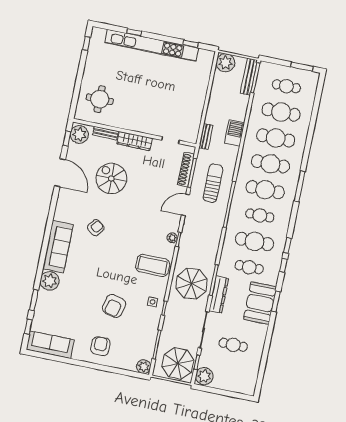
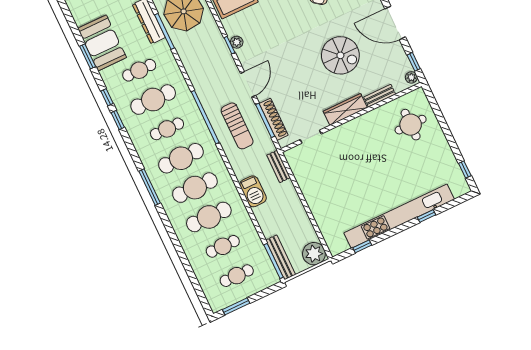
cafe table: (281, 112) -> (223, 246), width x0.73, depth x0.74
plant: (79, 134) -> (411, 77), width x0.53, depth x0.53

